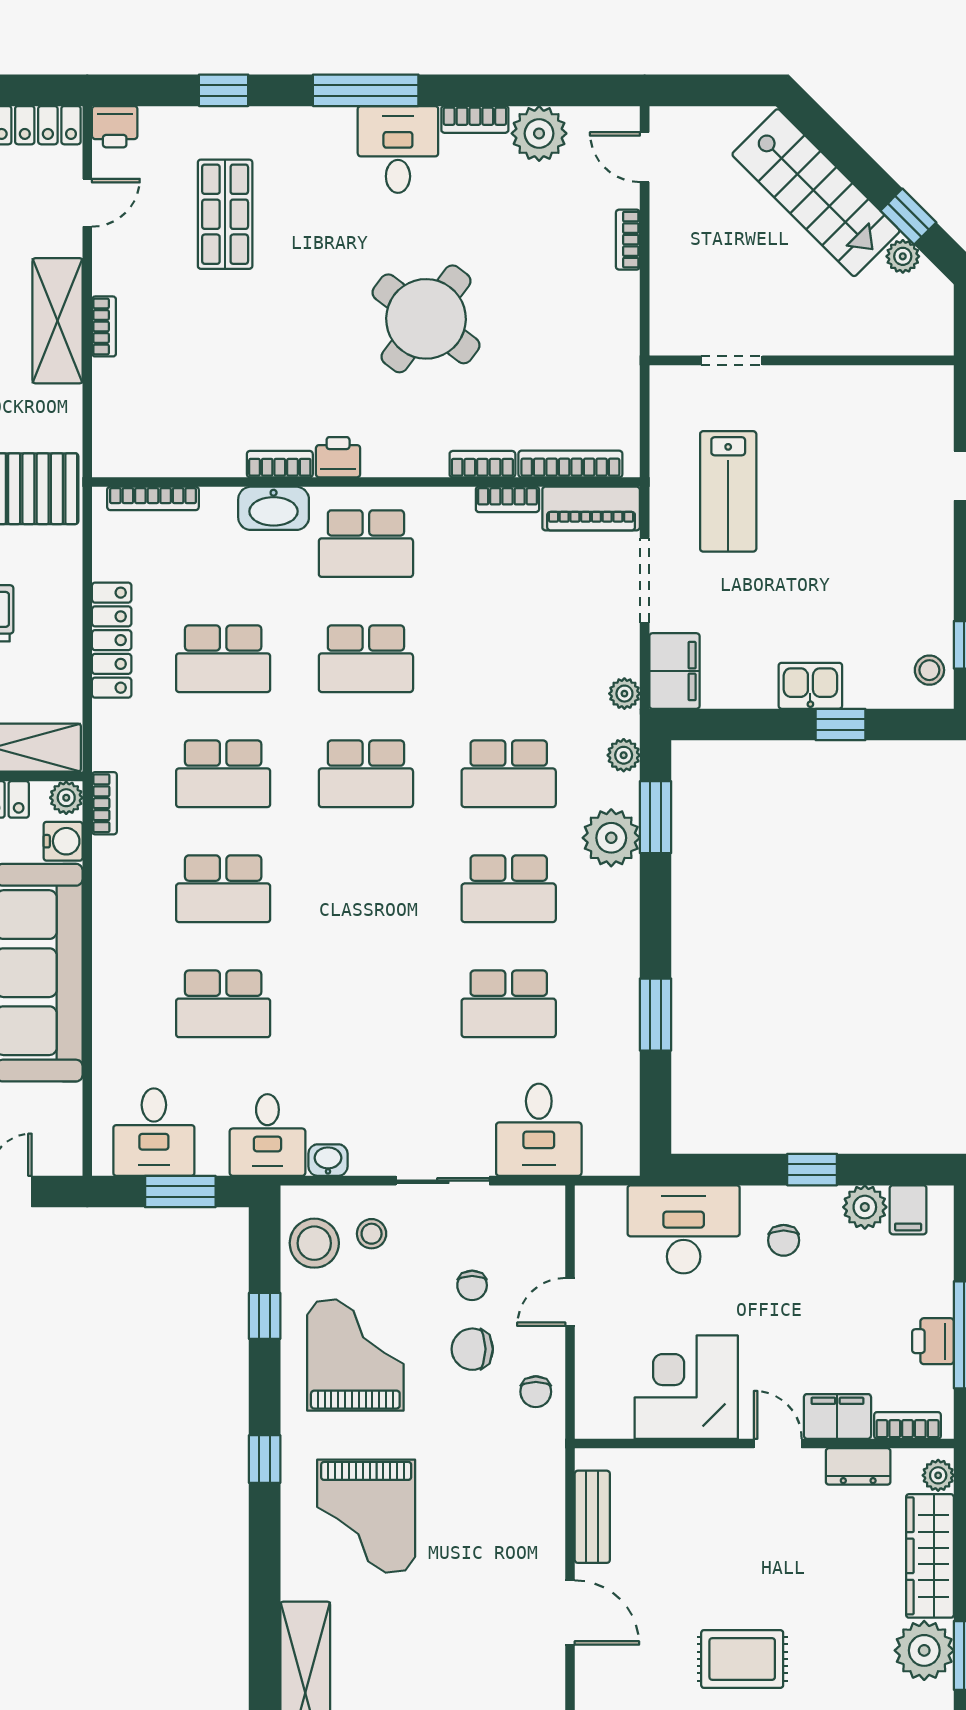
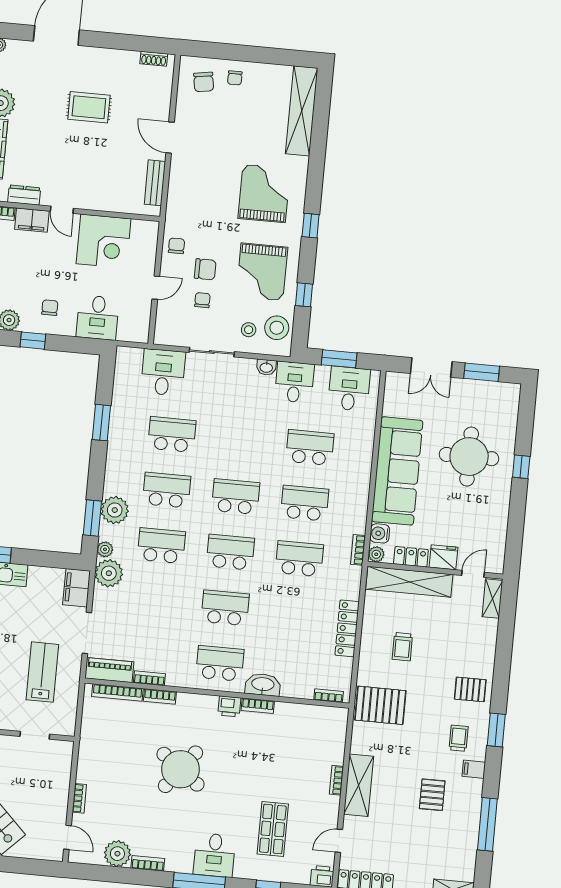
desk: (398, 149) -> (214, 855), moved
bookcase: (153, 498) -> (329, 696), width x0.64
school desk: (223, 659) -> (236, 497), moved
plant: (624, 694) -> (109, 573), width x1.88, depth x1.88
desk: (684, 1229) -> (98, 318), width x0.73

